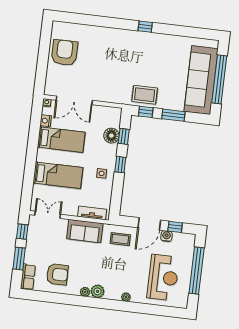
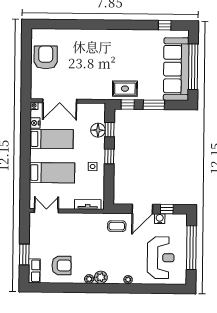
window: (145, 27) -> (165, 25), moved
sofa: (85, 231) -> (83, 222), removed
window: (22, 232) -> (24, 229), removed

